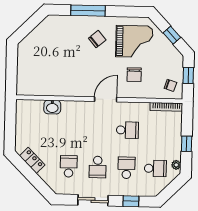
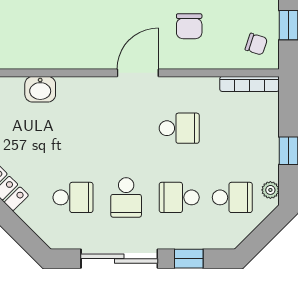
school desk: (69, 166) -> (73, 197), turned 90
school desk: (126, 168) -> (179, 197), turned -90
sliding door: (93, 200) -> (119, 259), width x1.37

